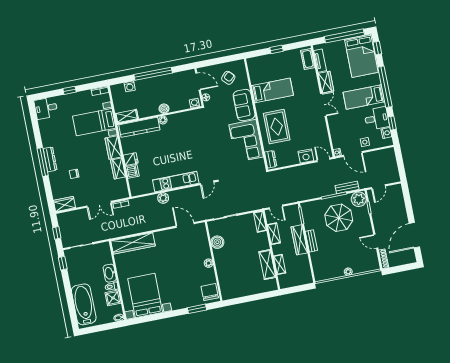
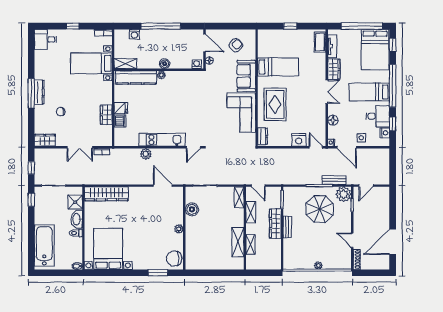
floor lamp: (335, 131) -> (333, 120), added
wardrobe: (113, 148) -> (106, 93), removed
chair: (210, 292) -> (174, 258), turned -90
shower: (113, 298) -> (75, 202), moved

